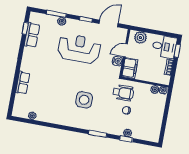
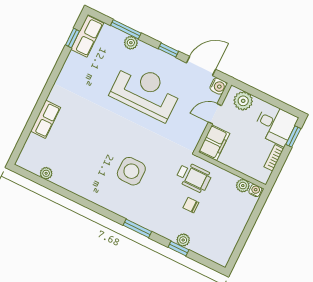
row of seats: (32, 35) -> (87, 36), moved
water cooler: (117, 61) -> (218, 86), moved

